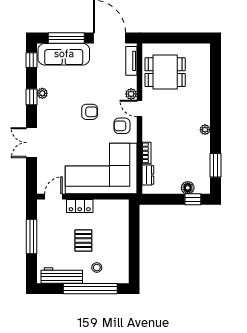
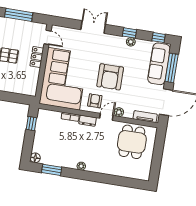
armchair: (90, 112) -> (110, 77), width x1.88, depth x1.88
dresser: (148, 175) -> (88, 121), moved
floor lamp: (188, 188) -> (35, 158), moved
window: (193, 199) -> (31, 124), moved

